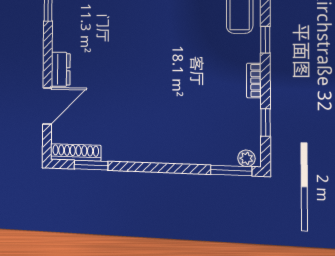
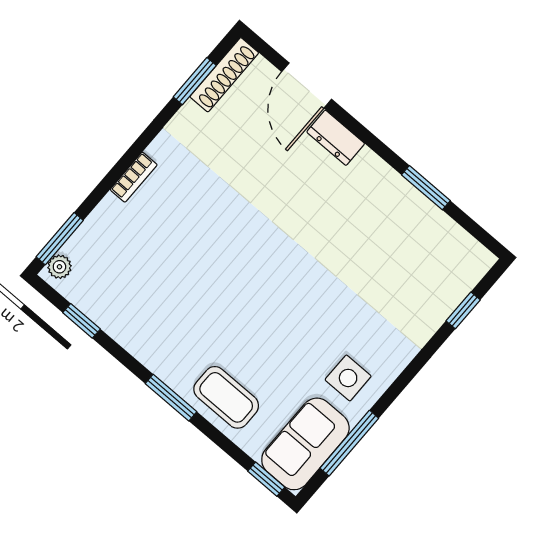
window: (265, 40) -> (171, 398), width x1.50
bookcase: (254, 81) -> (134, 177), moved, turned 90

